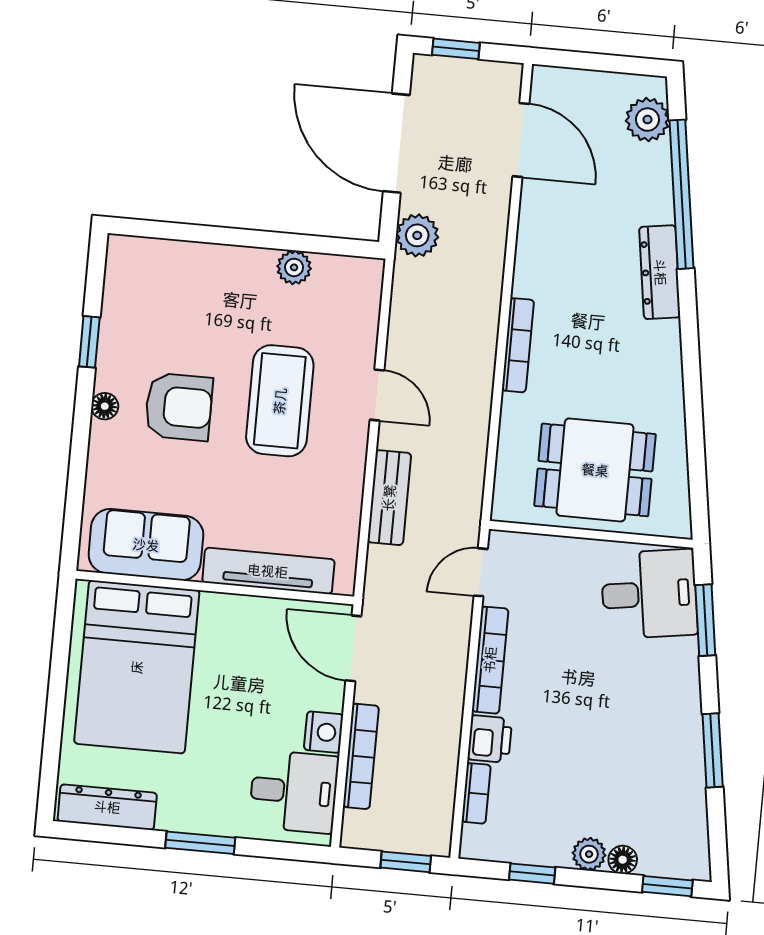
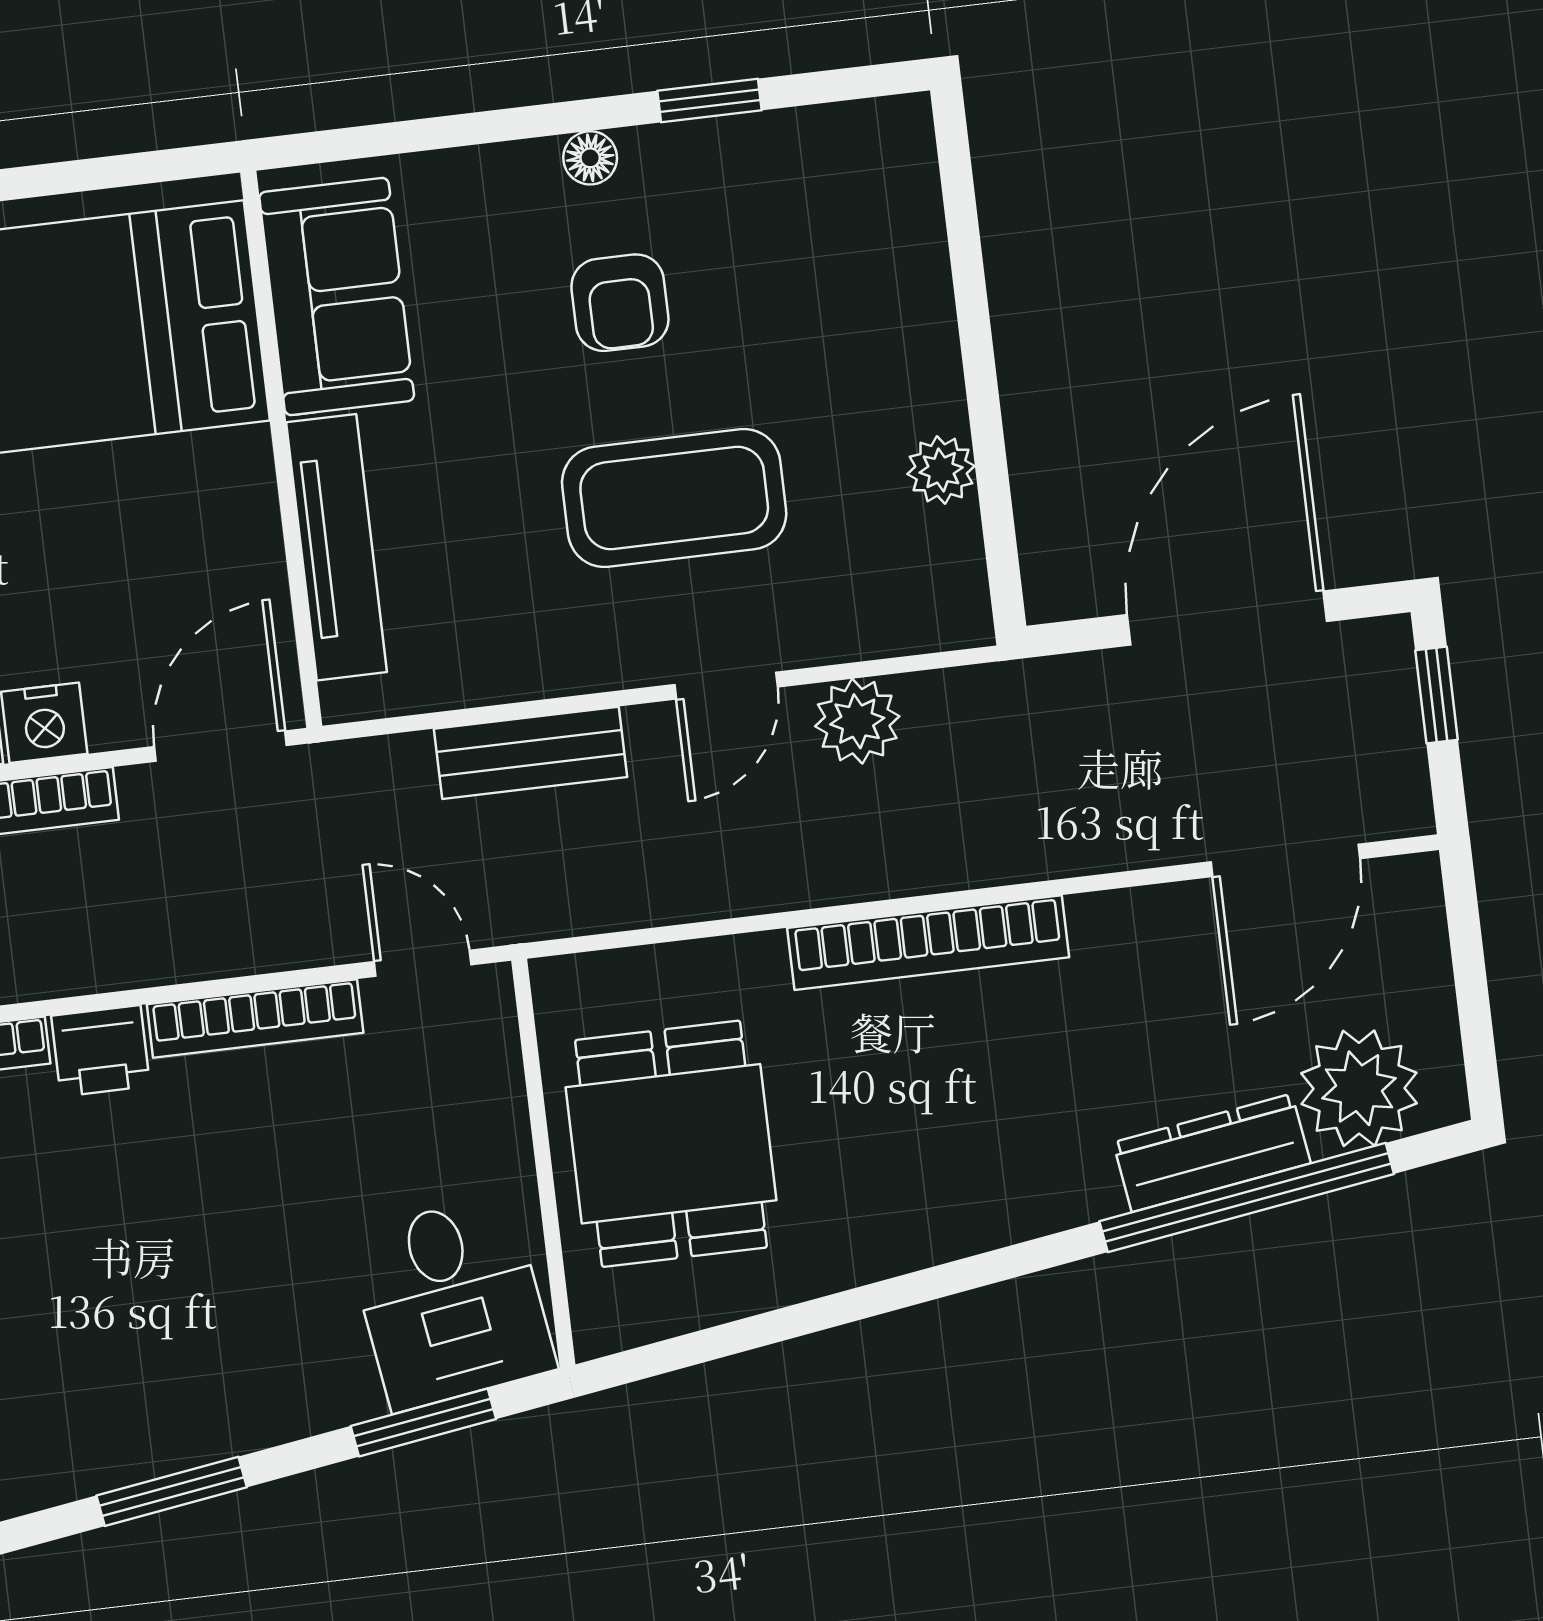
plant: (647, 120) -> (1359, 1088), width x1.36, depth x1.36
plant: (417, 235) -> (857, 721), moved
dresser: (660, 272) -> (1212, 1153), moved
bookcase: (518, 345) -> (928, 943), width x1.48, depth x1.31
armchair: (179, 407) -> (620, 303), width x0.72, depth x0.72

